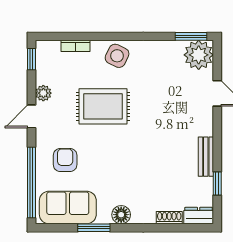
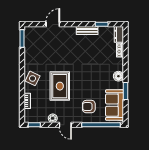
plant: (199, 55) -> (32, 34), removed

